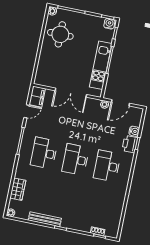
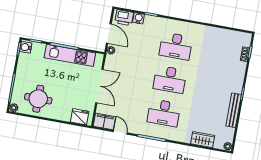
fridge: (42, 73) -> (80, 117), added
printer: (130, 144) -> (124, 18), moved

